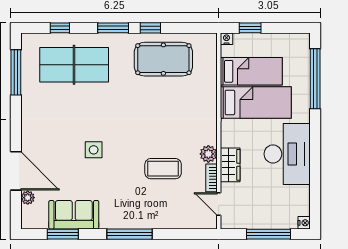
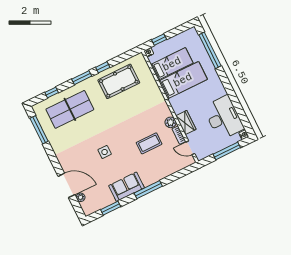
desk: (287, 154) -> (224, 118), moved
sofa: (74, 215) -> (127, 187), moved

